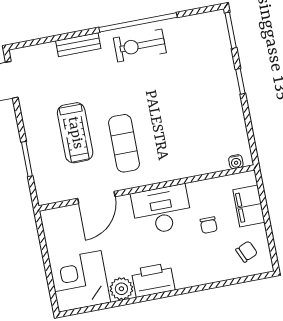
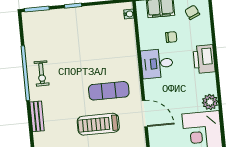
exercise bike: (140, 45) -> (42, 73), width x0.73, depth x0.72
treadmill: (75, 133) -> (98, 124), turned 180
desk: (162, 210) -> (157, 64), width x0.73
printer: (153, 280) -> (204, 59), moved

